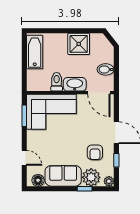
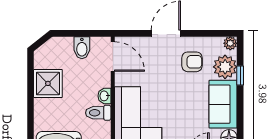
washbasin: (75, 84) -> (104, 96), width x0.52, depth x0.69
door: (99, 93) -> (113, 57), hinge flipped
window: (116, 160) -> (202, 33), removed

